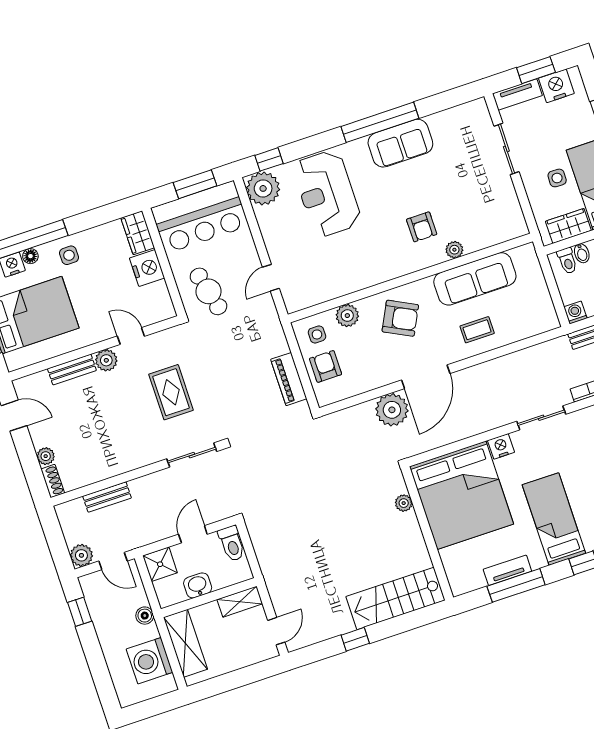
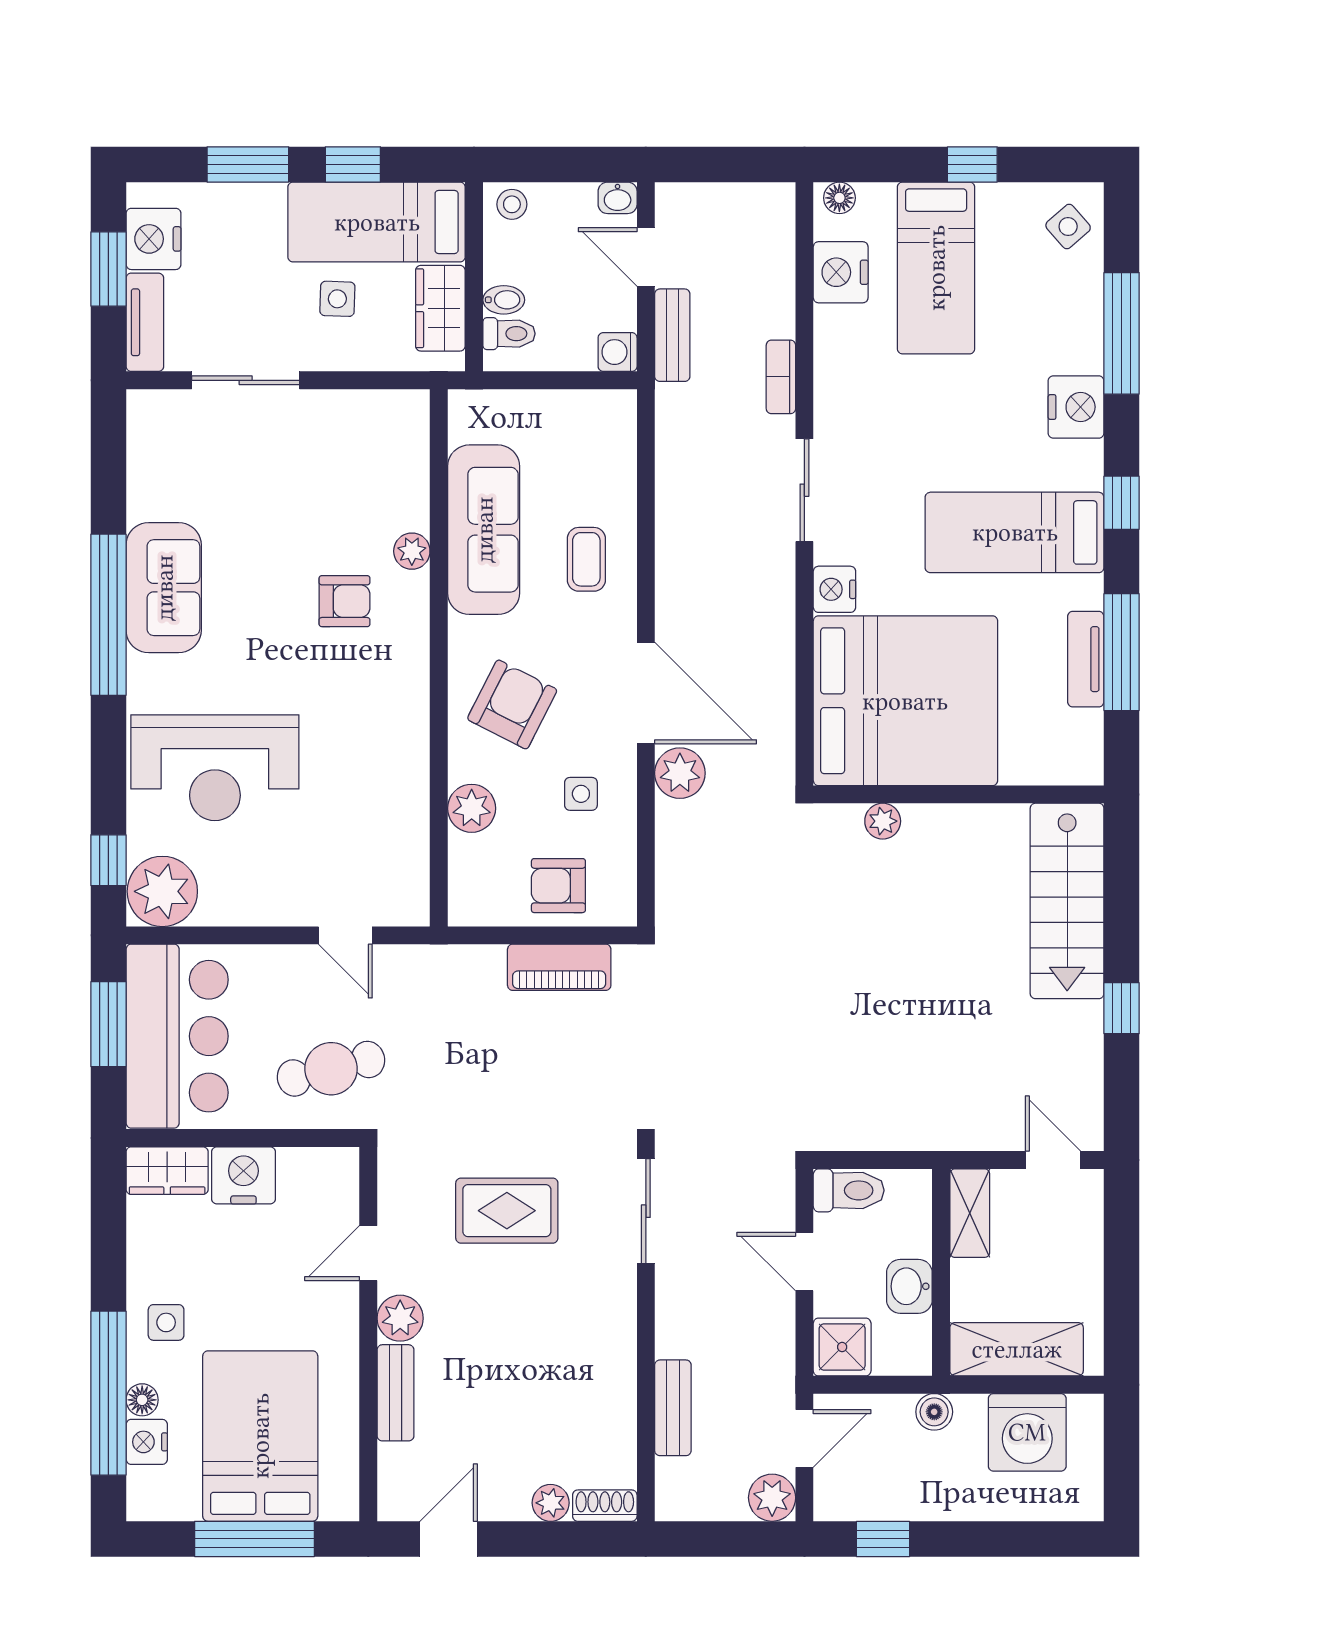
side table: (317, 334) -> (581, 794), moved
plant: (392, 410) -> (680, 773), width x0.73, depth x0.73

